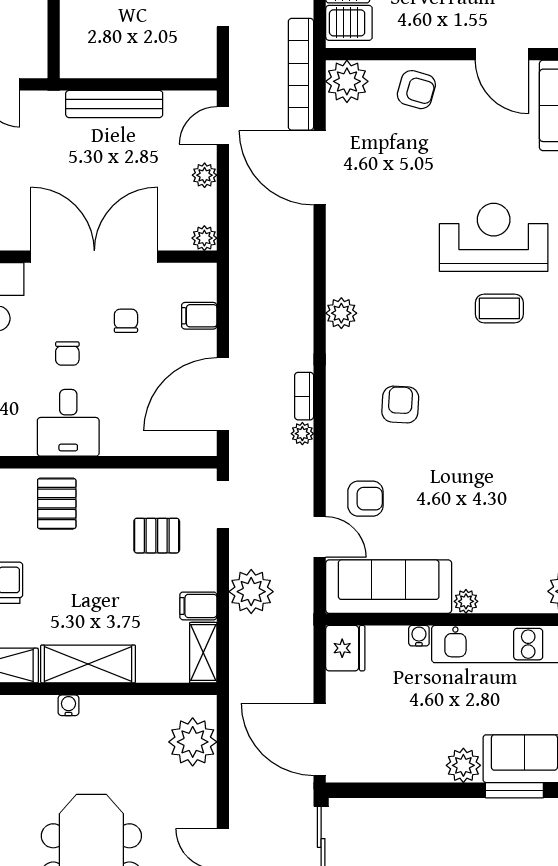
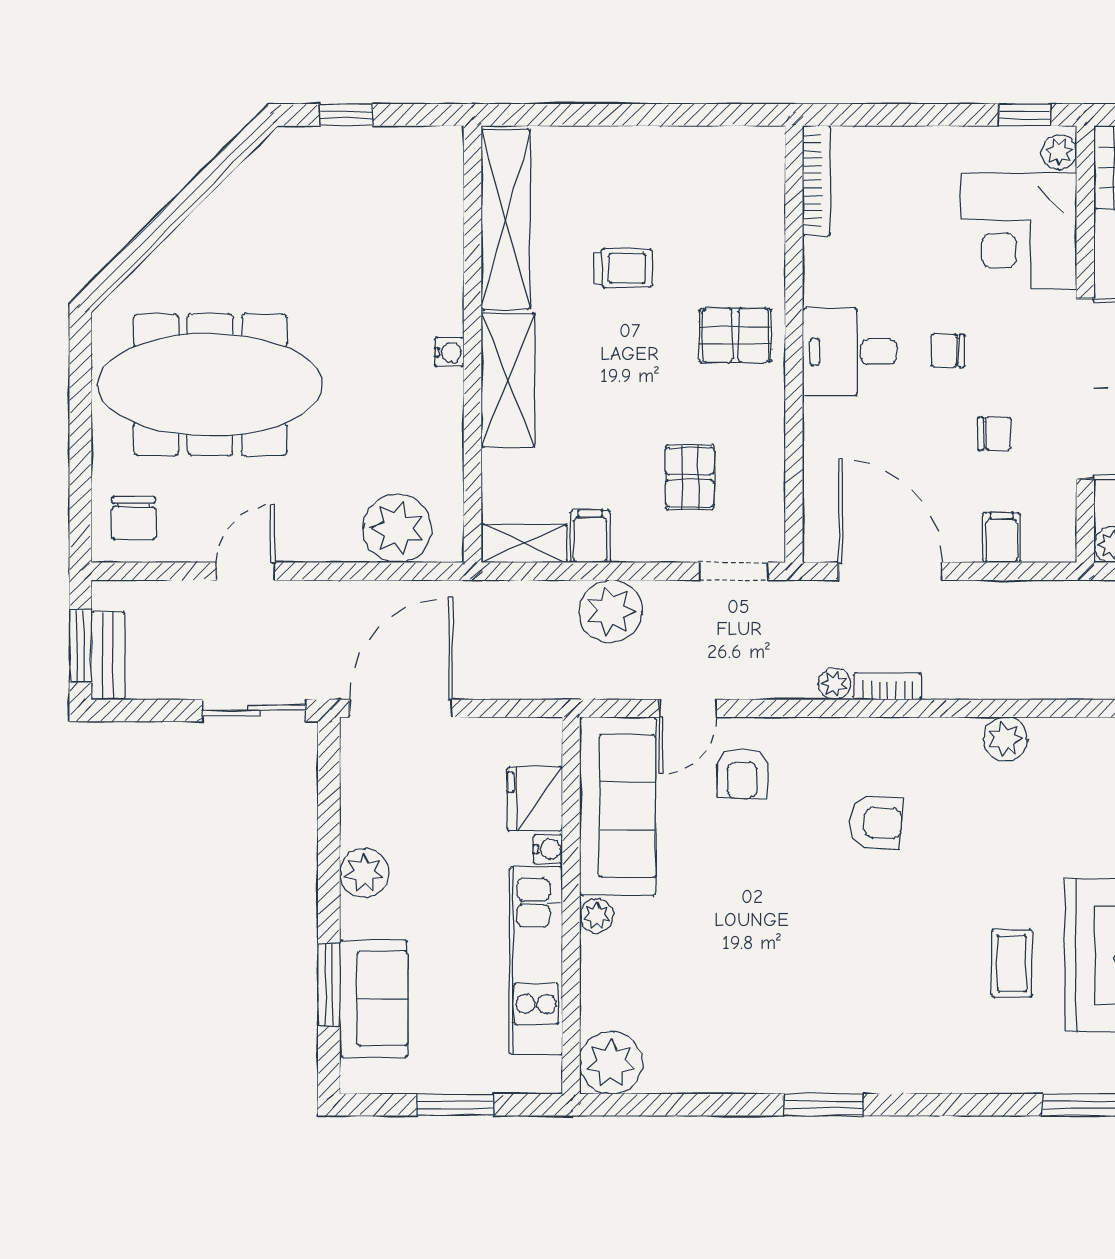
fridge: (345, 648) -> (535, 799), moved, turned 90
plant: (463, 765) -> (364, 873), moved

